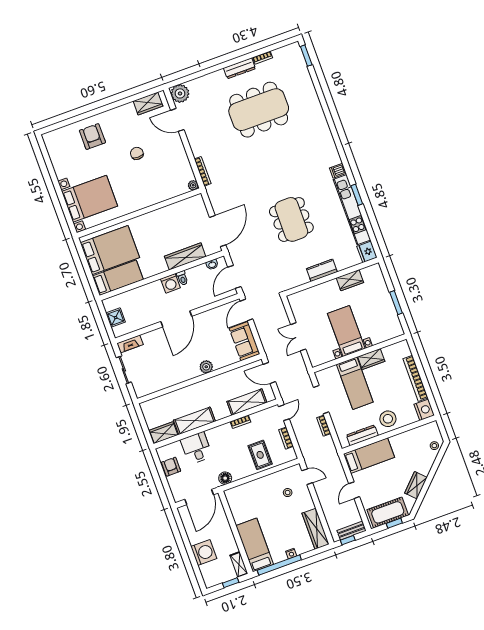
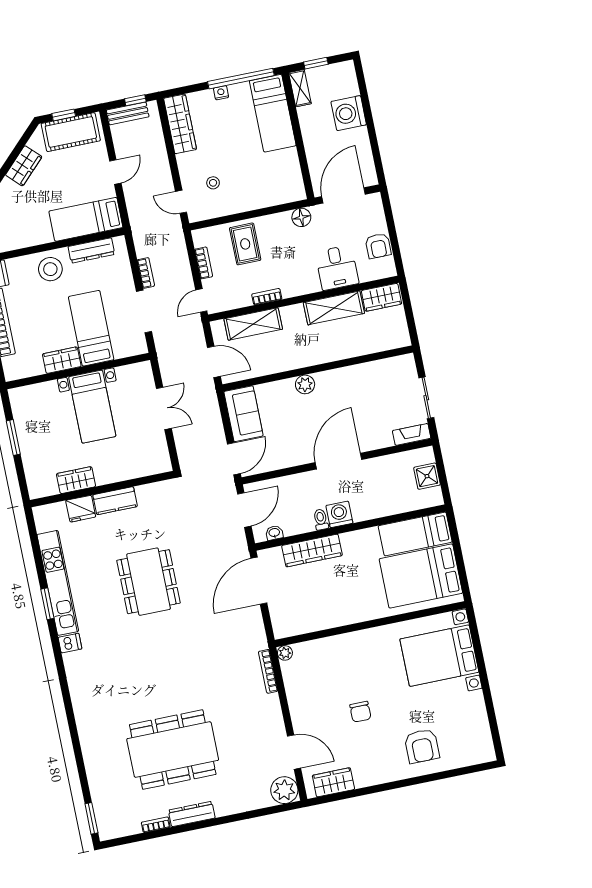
fridge: (367, 252) -> (81, 509), moved, turned 90

